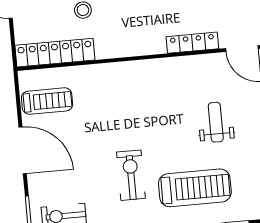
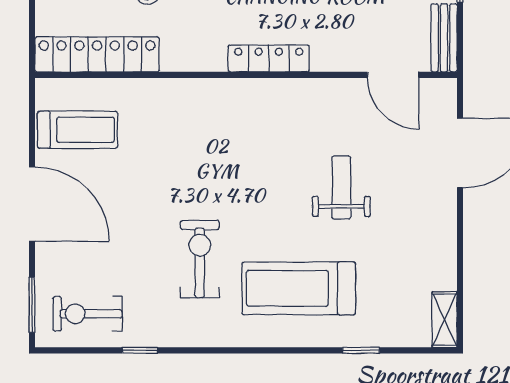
locker: (192, 43) -> (269, 58), moved
treadmill: (195, 188) -> (299, 288), turned 180

